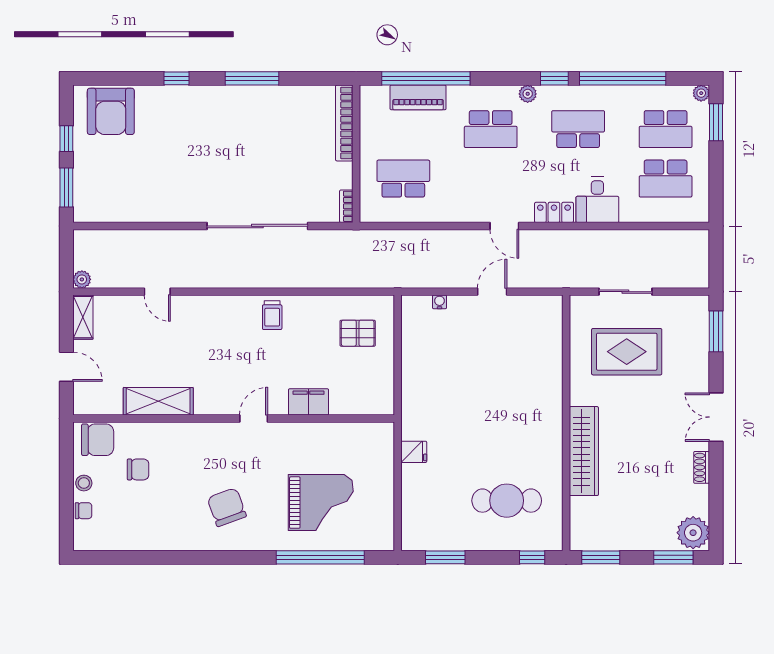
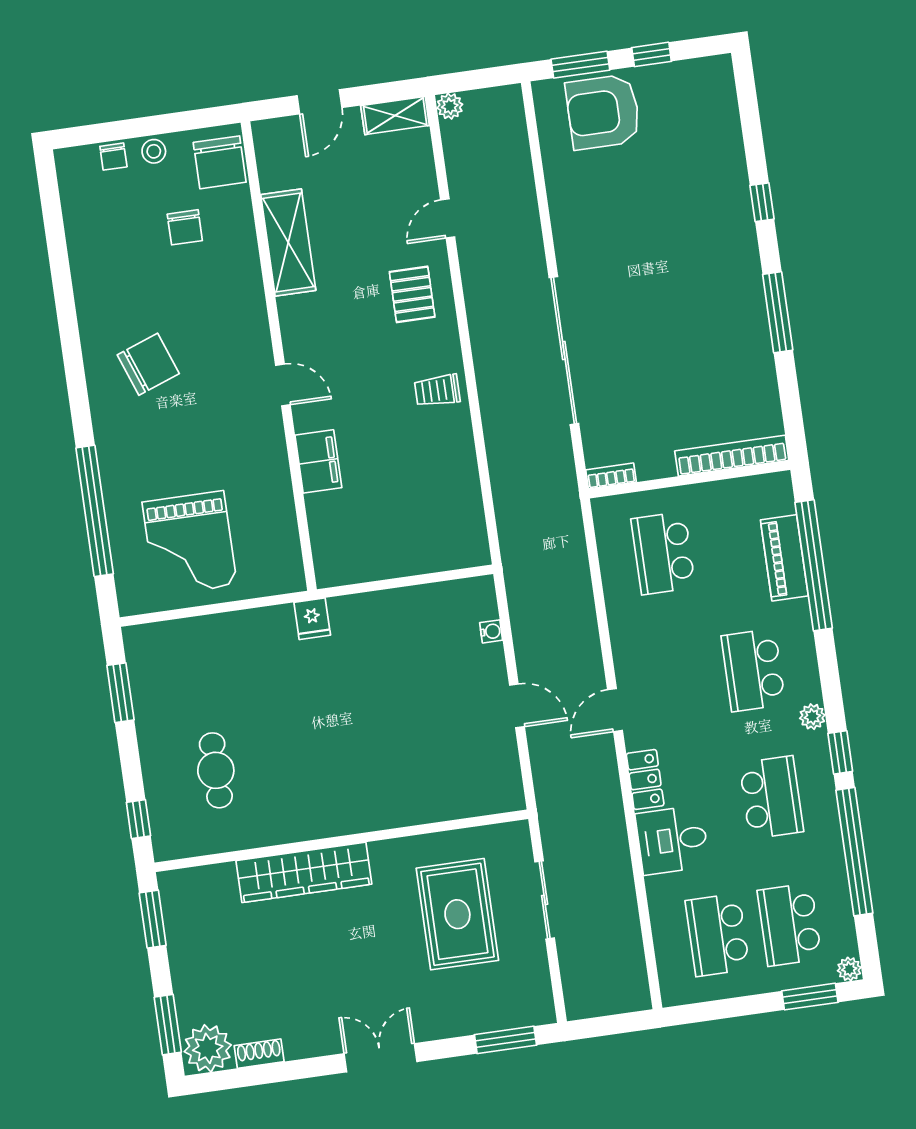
armchair: (111, 111) -> (603, 112), moved
school desk: (403, 179) -> (663, 553), turned 180
pallet: (358, 333) -> (412, 294), moved
fridge: (414, 452) -> (312, 619), moved
shoe rack: (702, 467) -> (259, 1054), moved
cafe table: (507, 501) -> (216, 770), width x0.73, depth x0.74
grand piano: (321, 503) -> (190, 544), moved

